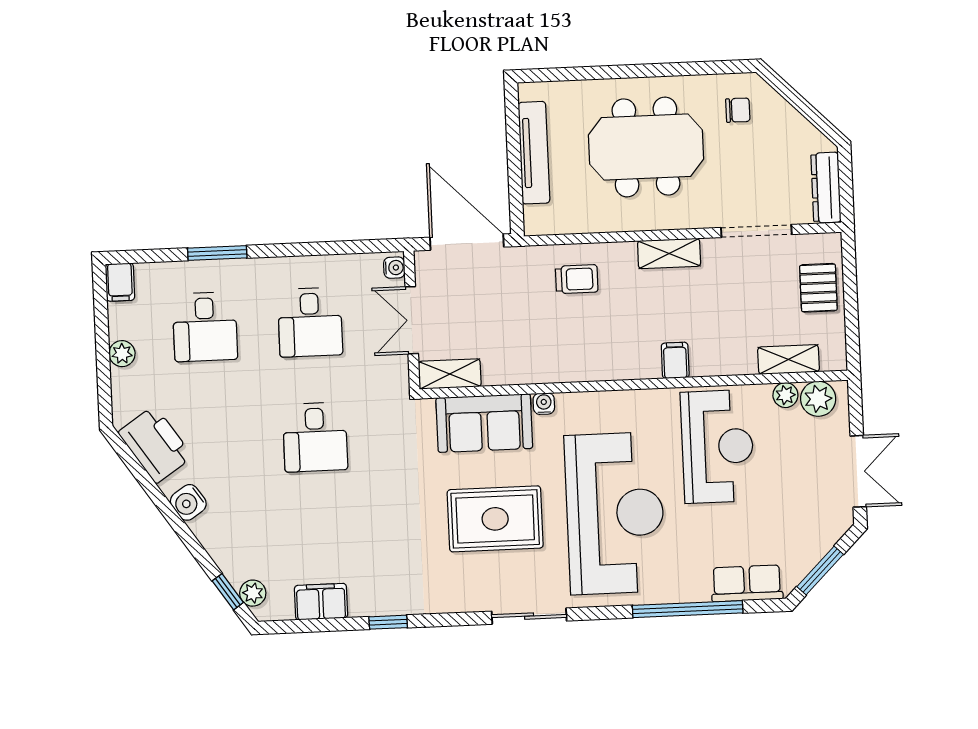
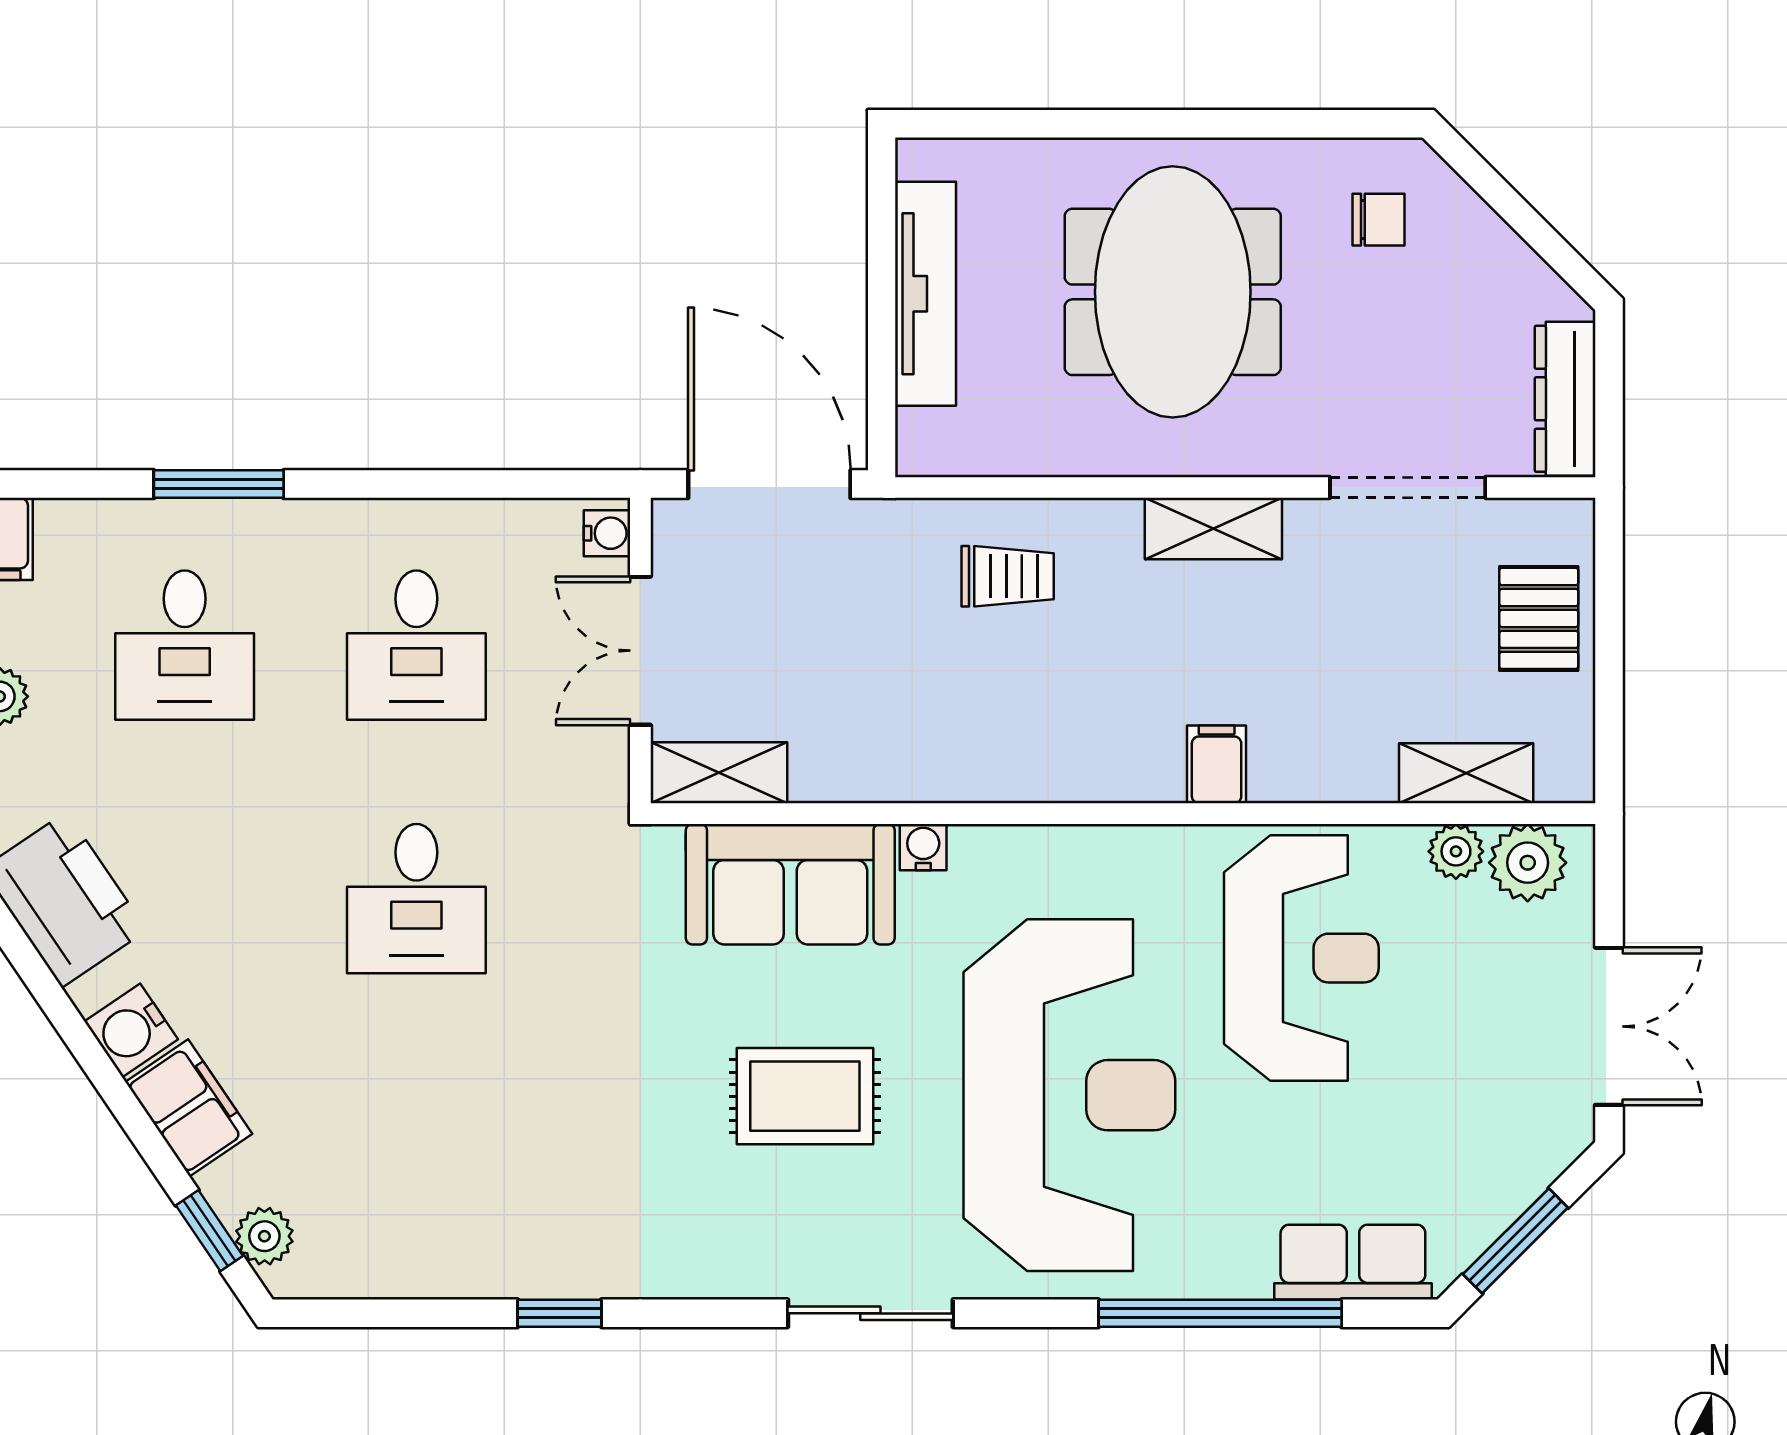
meeting table: (646, 147) -> (1173, 292), turned 90
rug: (495, 519) -> (805, 1096), width x0.73, depth x0.70
filing cabinet: (321, 602) -> (189, 1108), moved, turned 56

